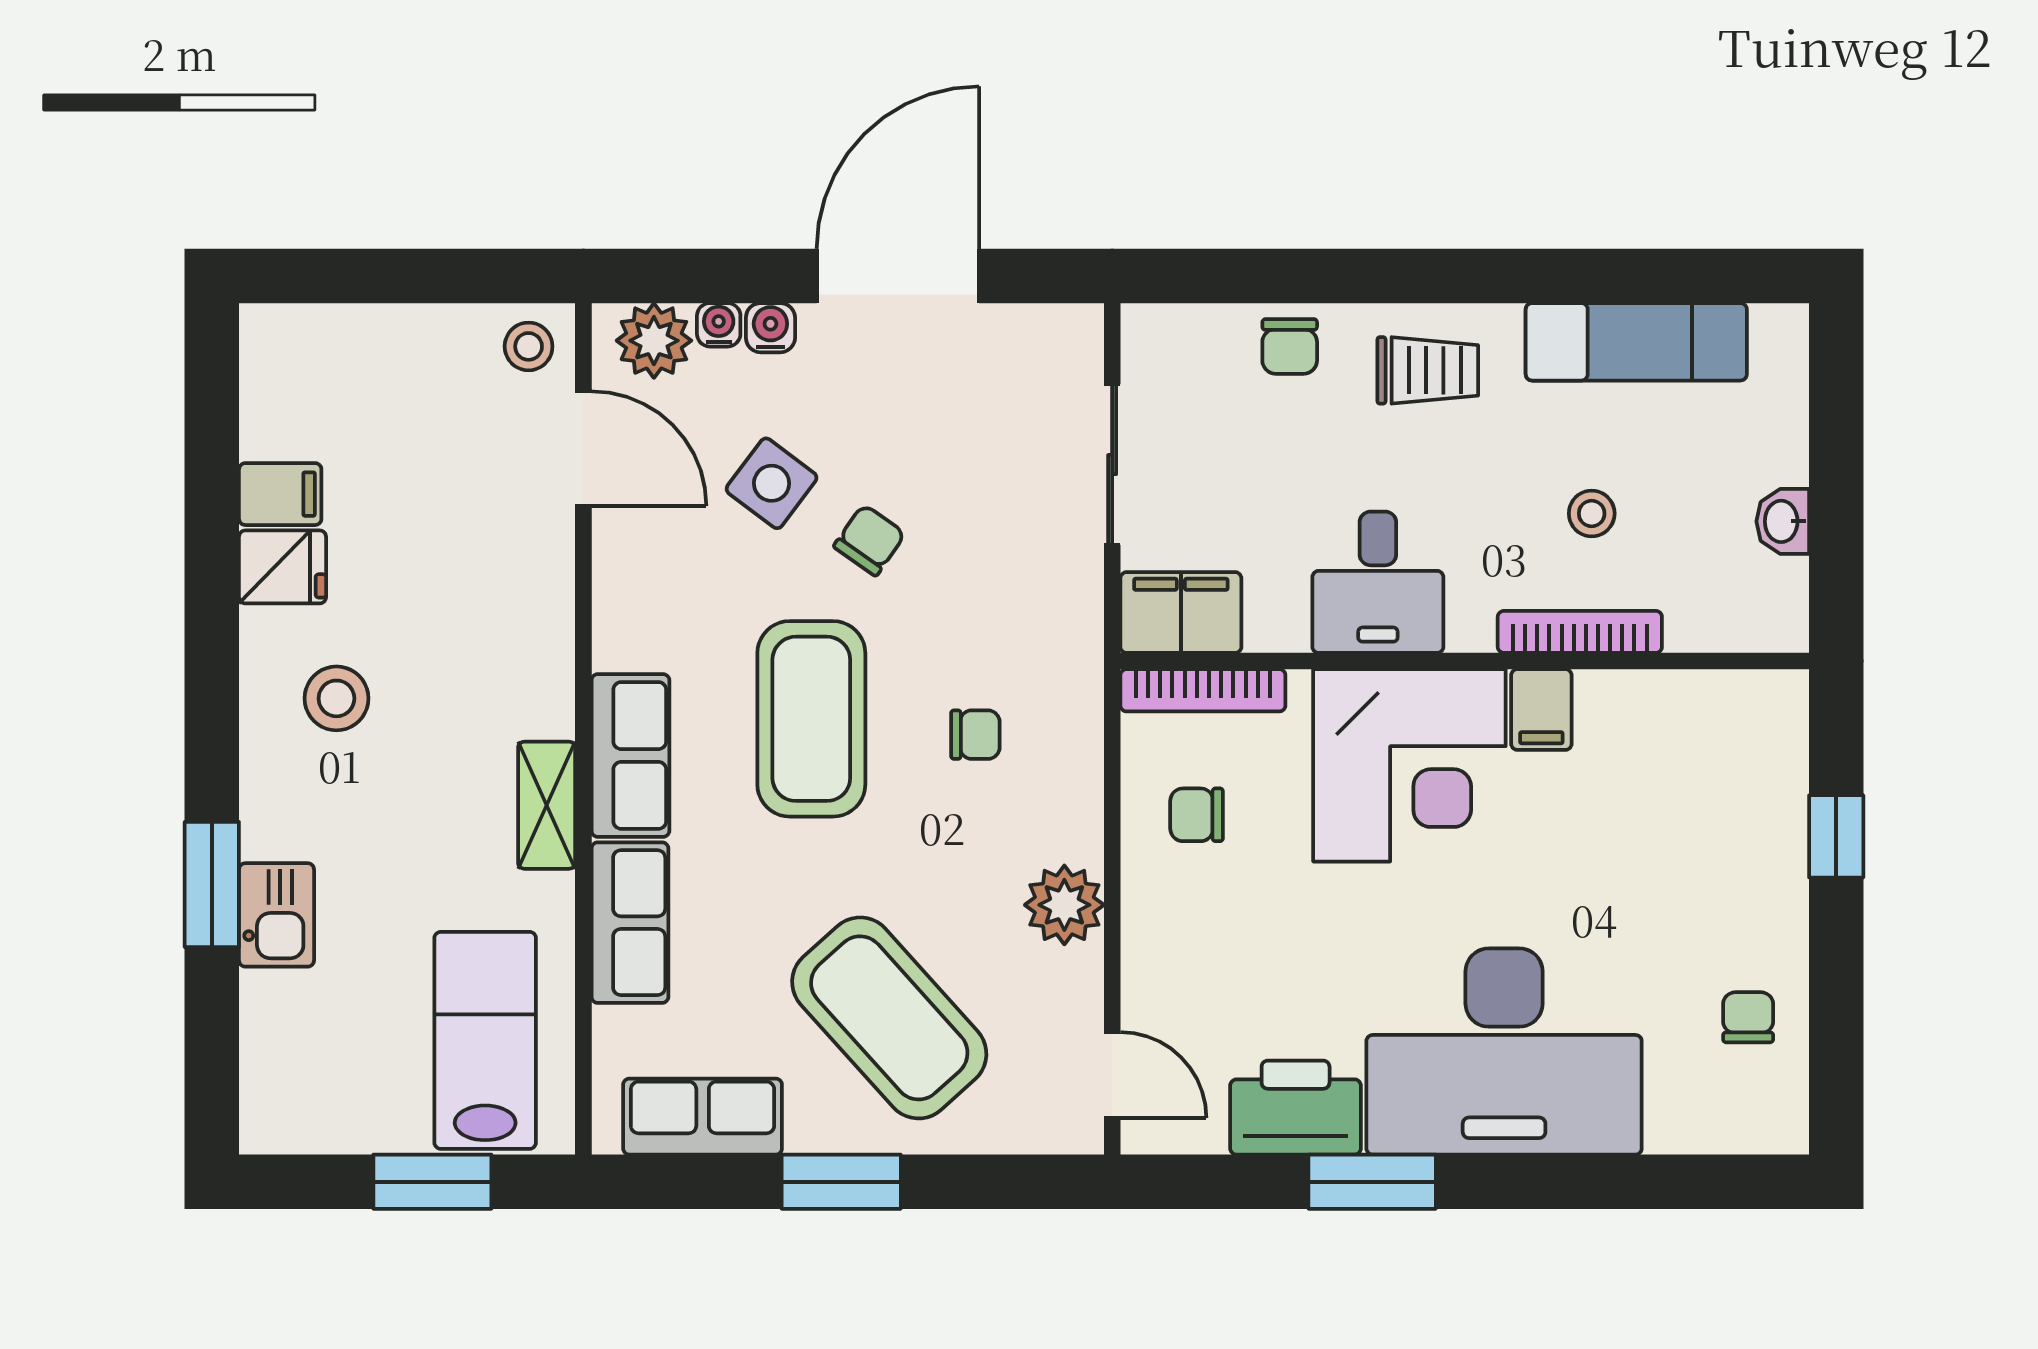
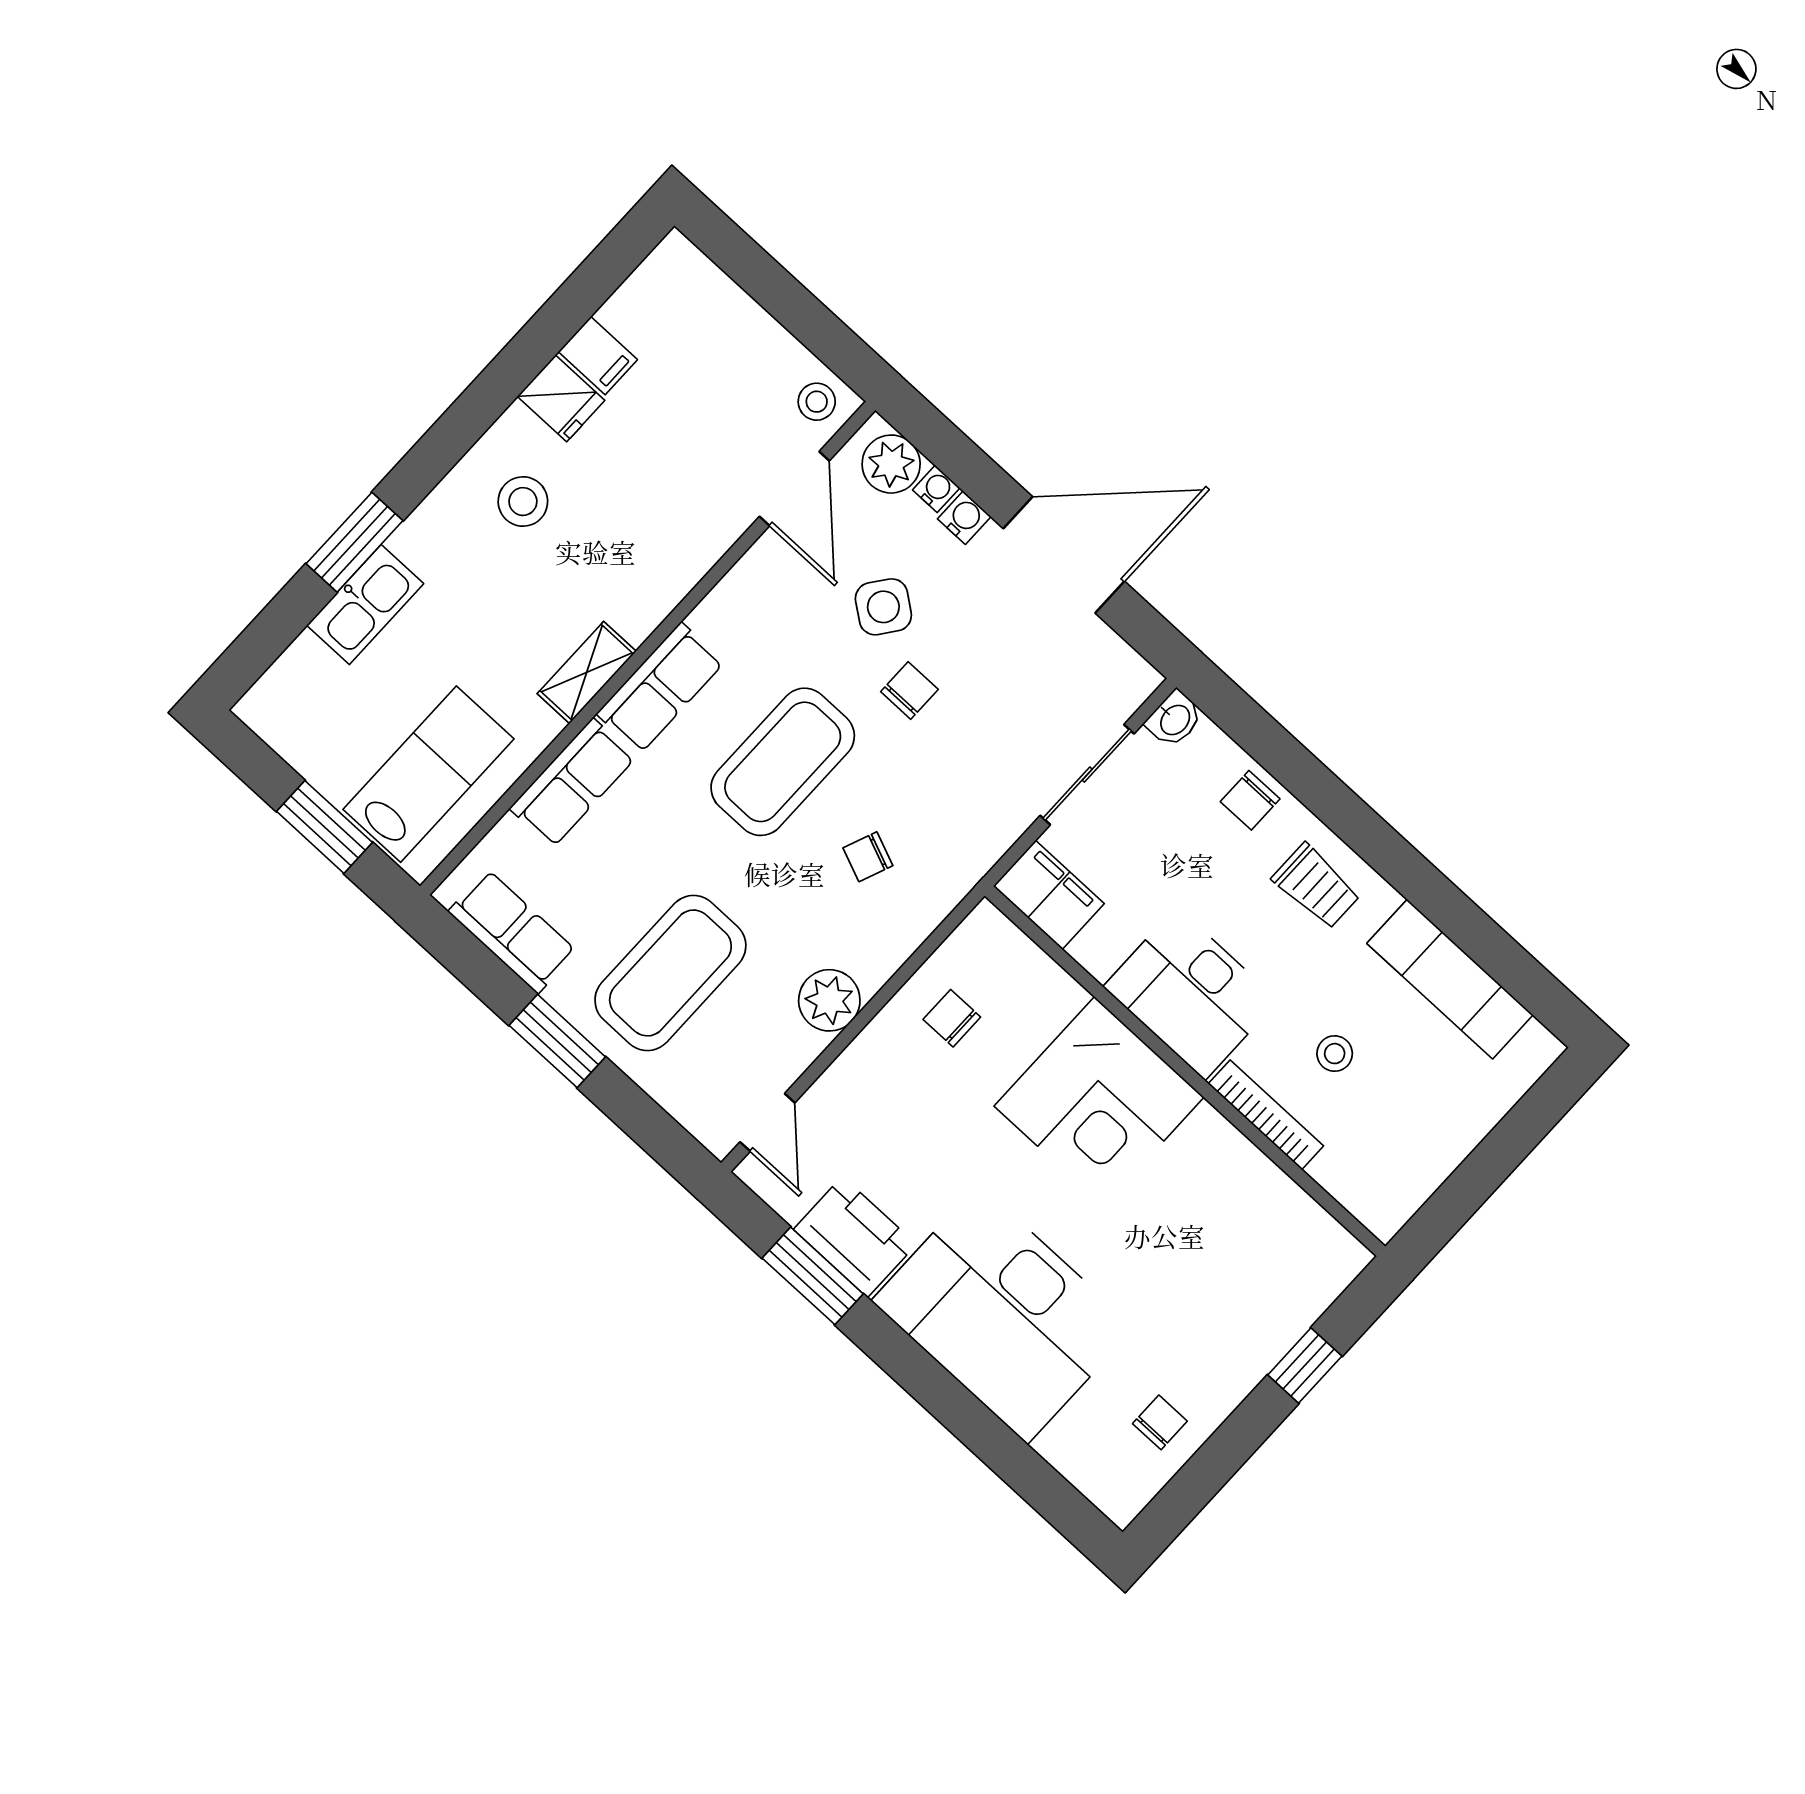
washbasin: (1783, 521) -> (1174, 719), moved, turned 180
chair: (870, 540) -> (909, 691), turned -35
desk: (1378, 582) -> (1191, 994), width x1.37
bookcase: (1203, 690) -> (1021, 951), removed
filing cabinet: (1541, 710) -> (1203, 1139), removed
chair: (975, 735) -> (868, 857), turned 112
kitchen sink: (276, 915) -> (365, 604), width x1.38
coffee table: (889, 1018) -> (670, 973), turned 42
window: (1372, 1182) -> (813, 1276), moved

